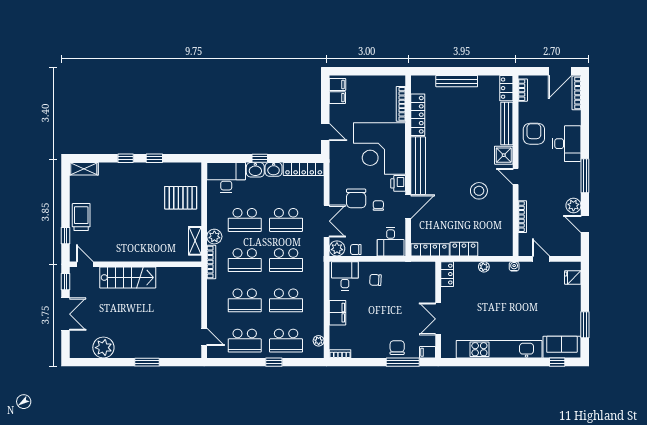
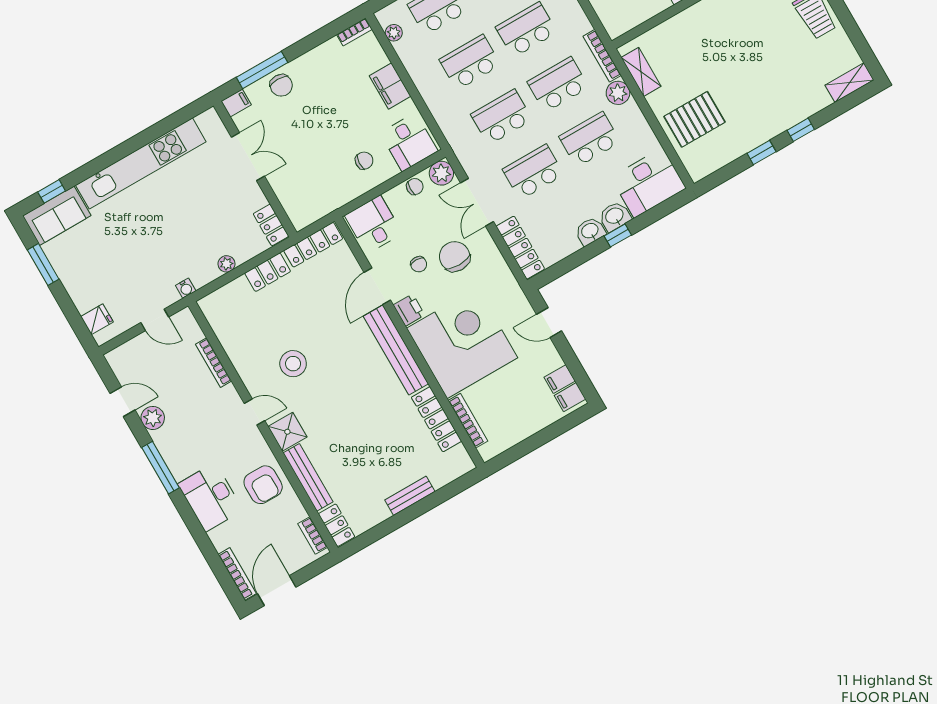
bench: (457, 81) -> (410, 496), width x0.73
locker: (304, 169) -> (520, 248), moved, turned 90

